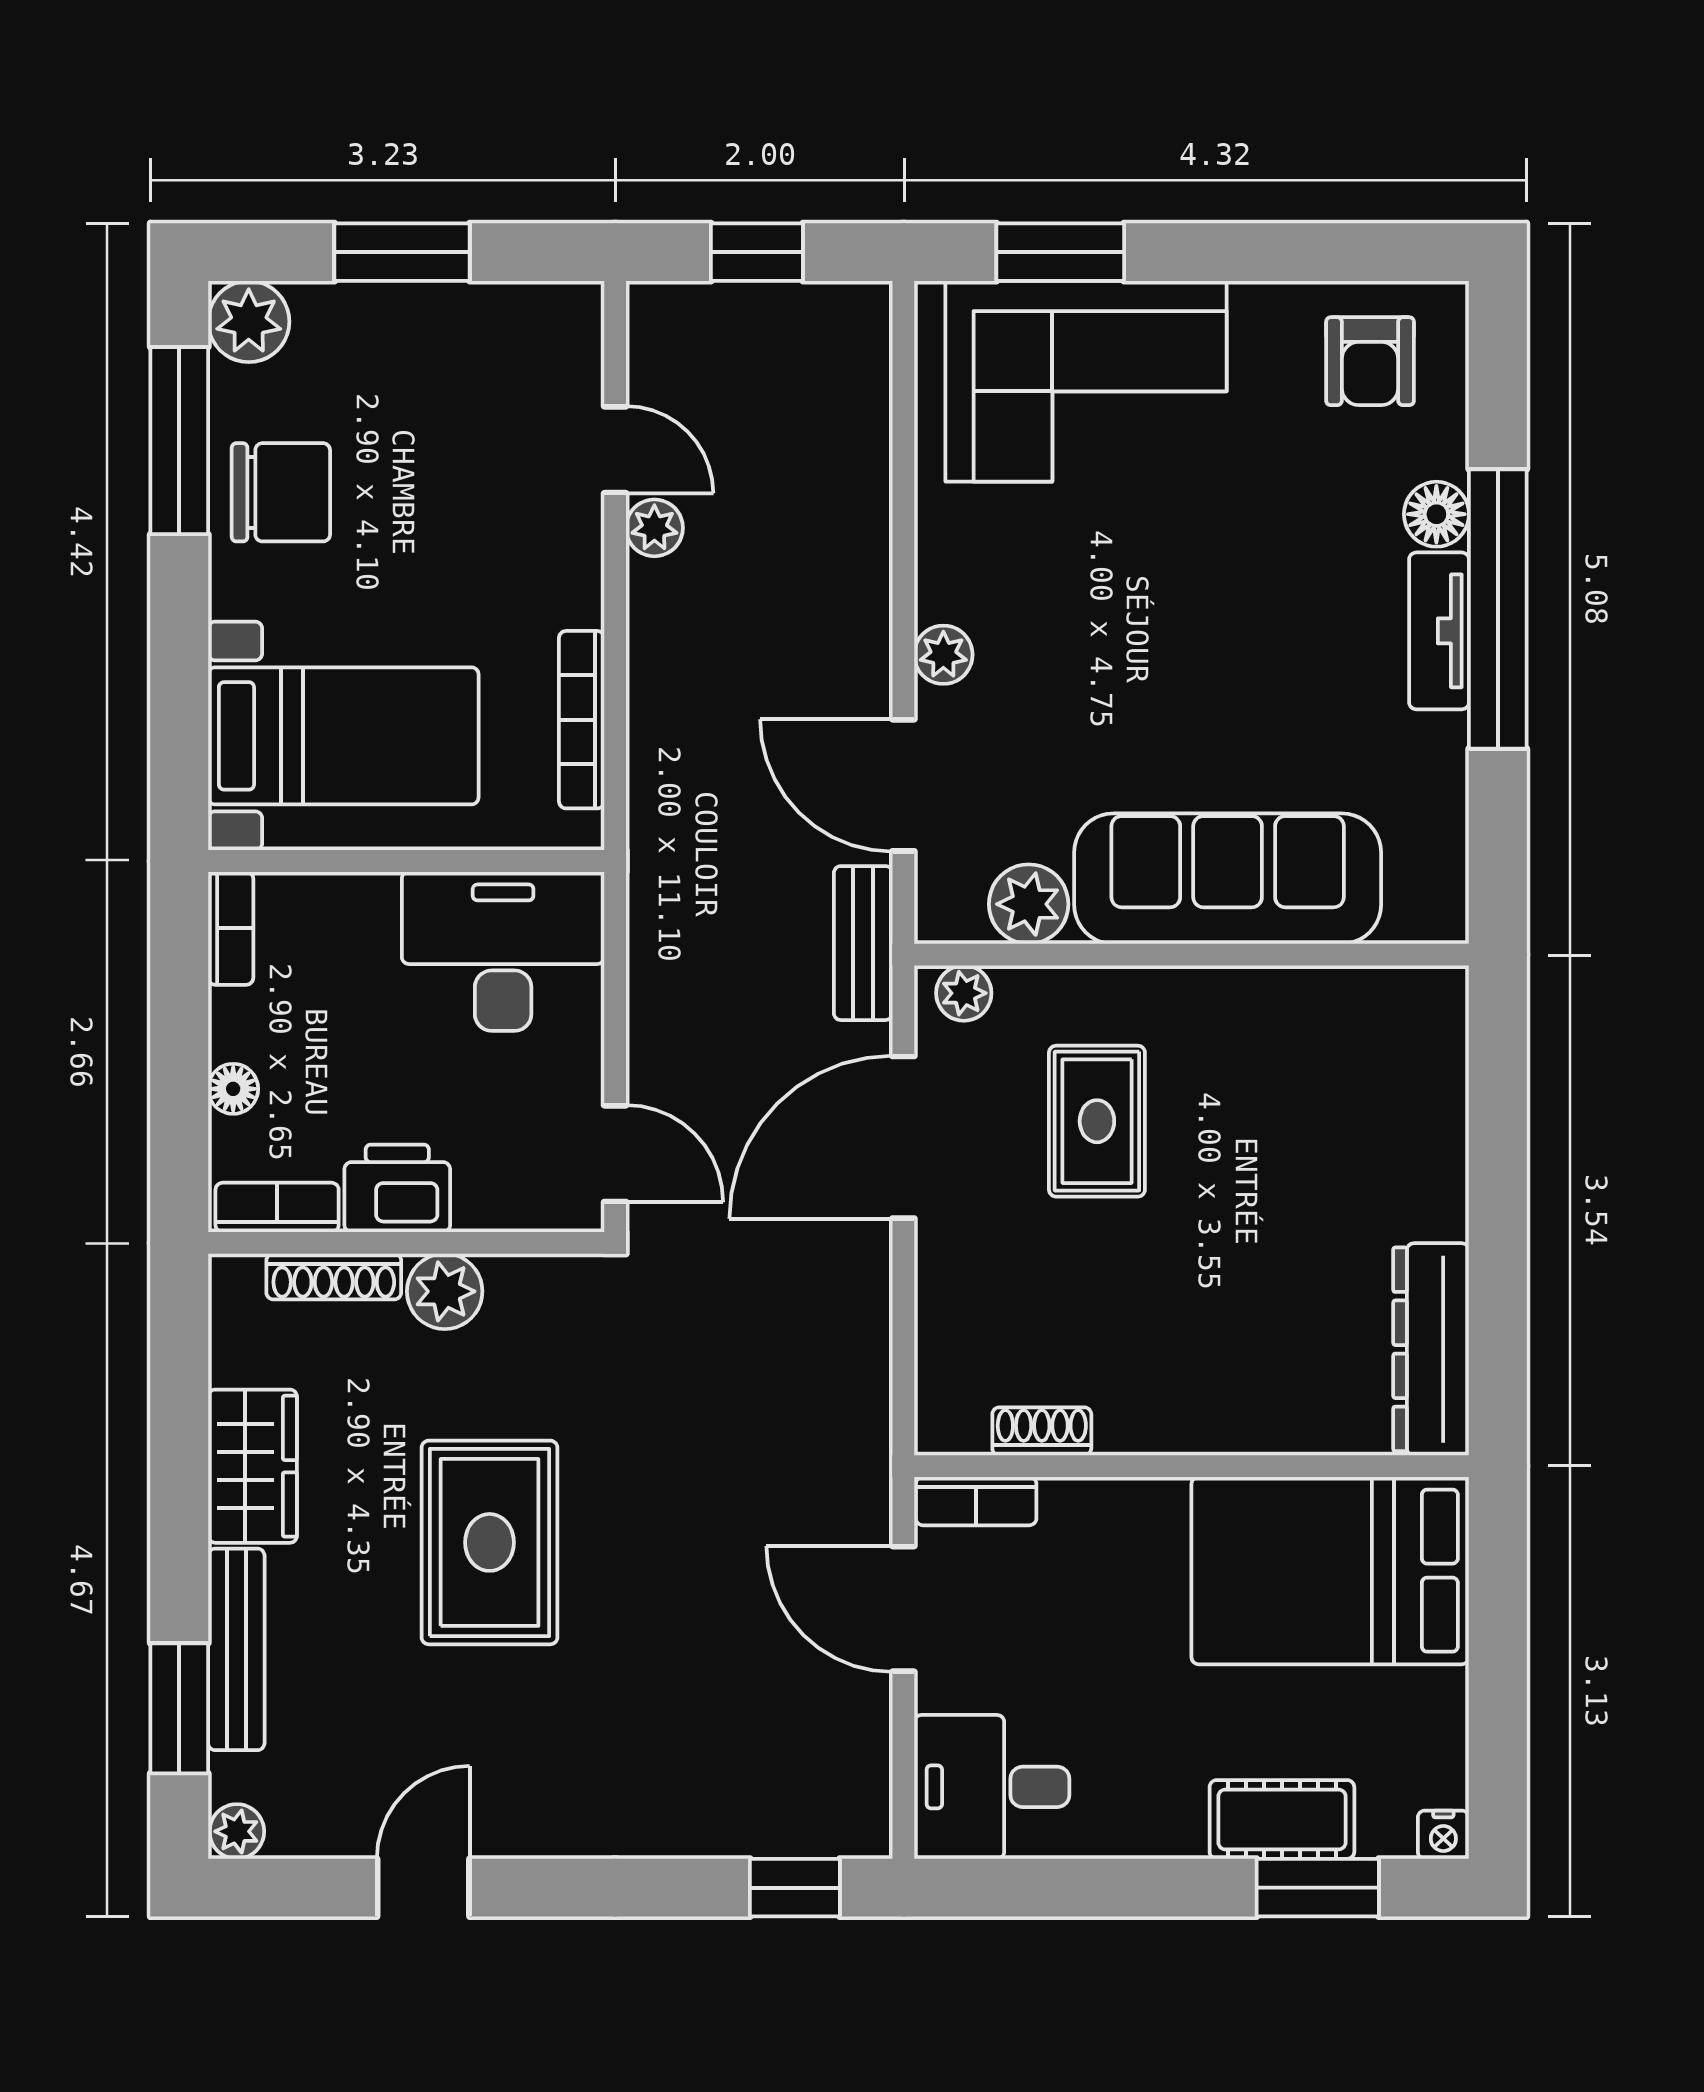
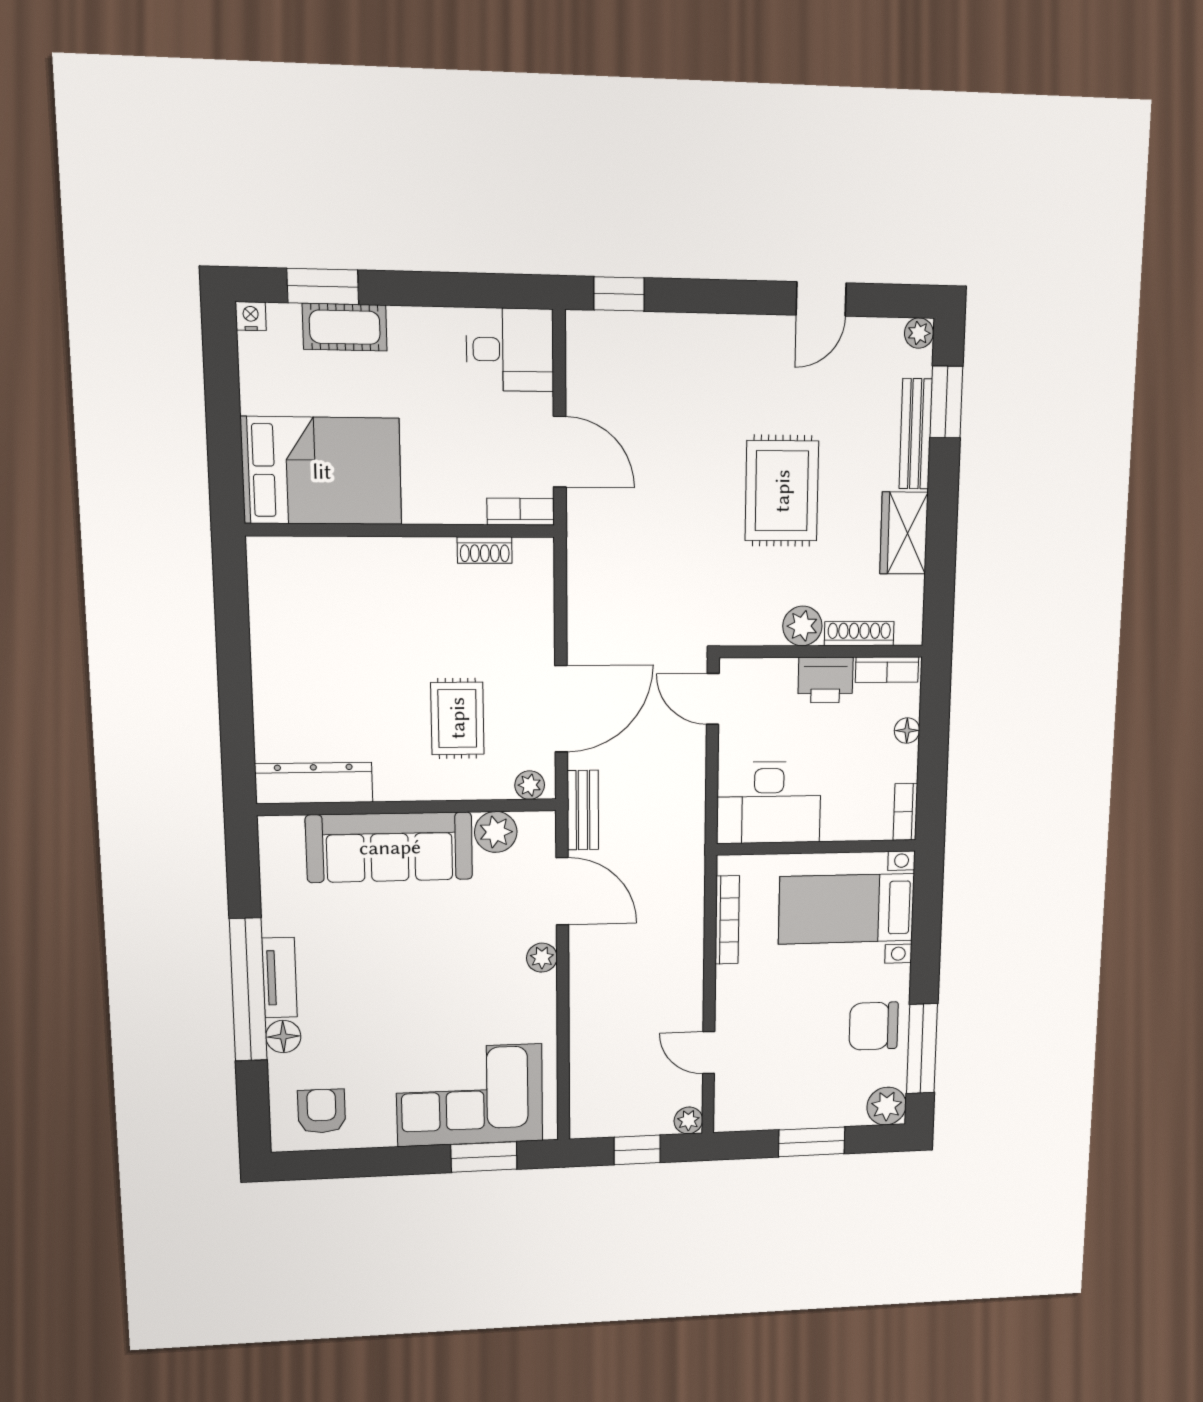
plant: (654, 528) -> (688, 1120), moved
dresser: (1431, 1349) -> (314, 783), moved, turned -90

